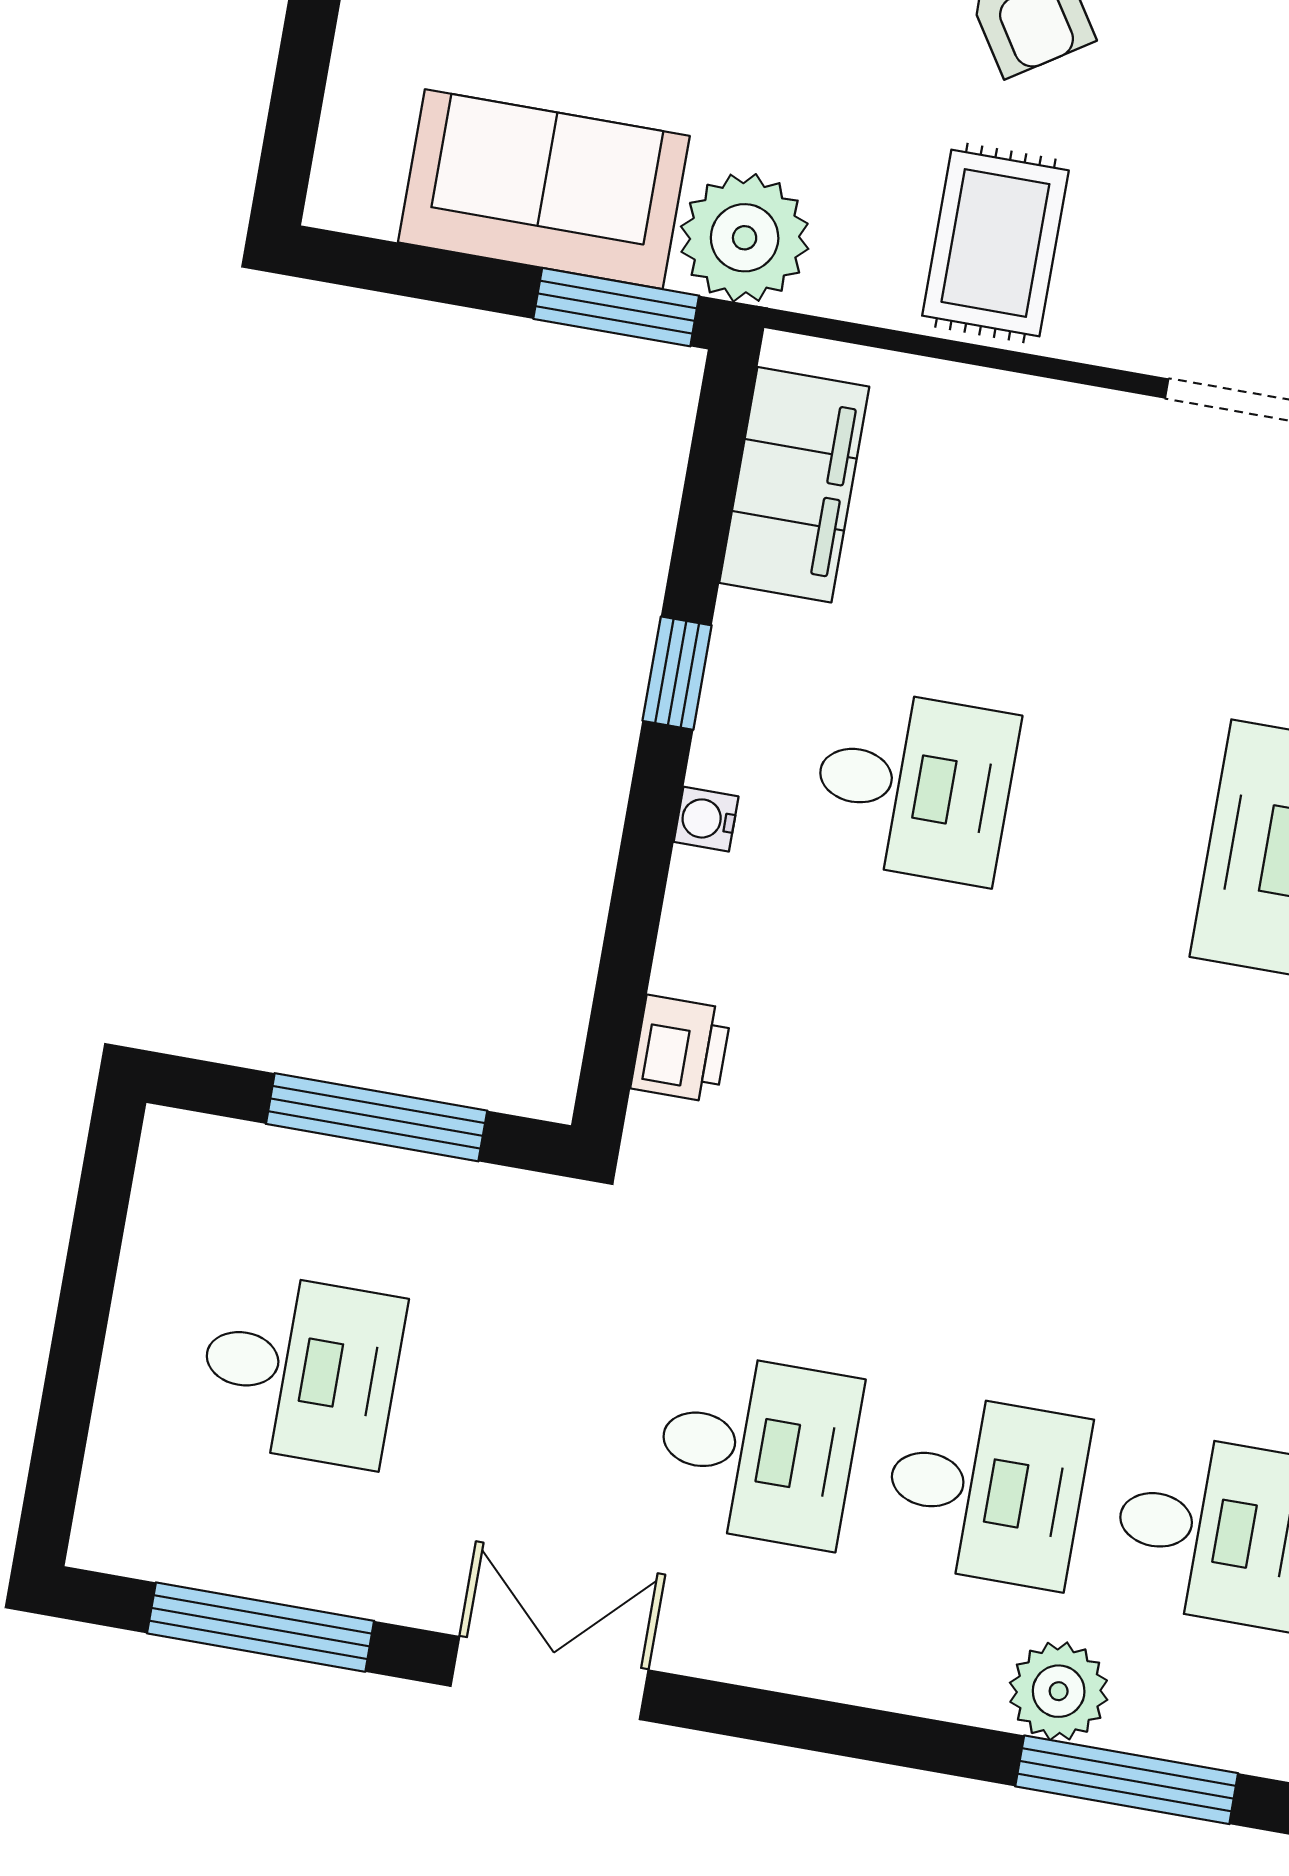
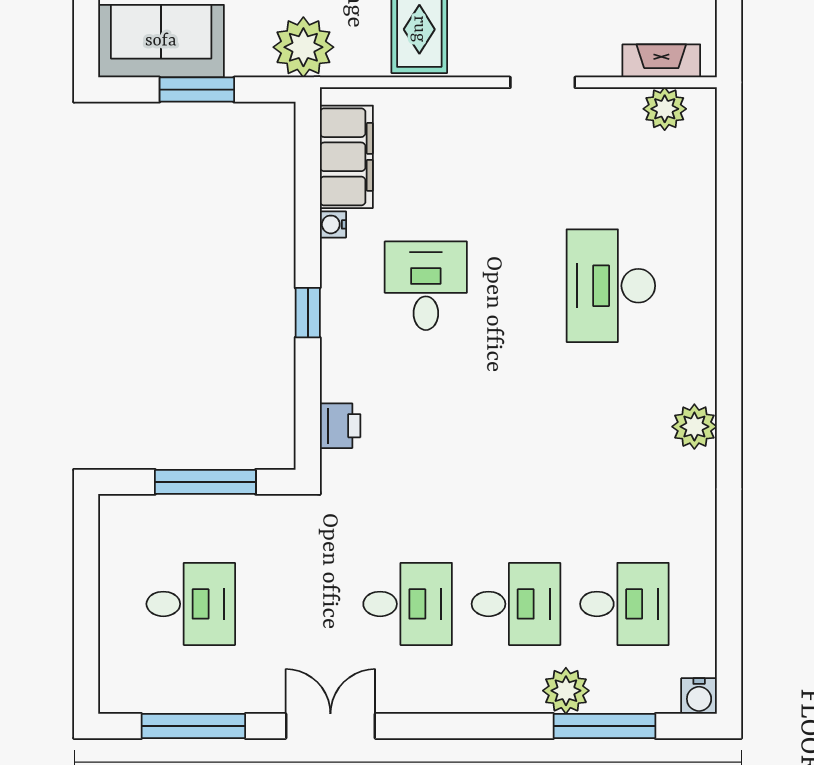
sofa: (544, 189) -> (161, 41), moved
window: (616, 307) -> (197, 90), moved
window: (677, 673) -> (308, 313), moved
desk: (914, 786) -> (426, 286), turned -90
water cooler: (706, 819) -> (333, 224), moved

